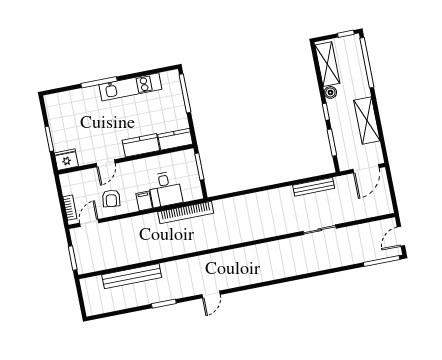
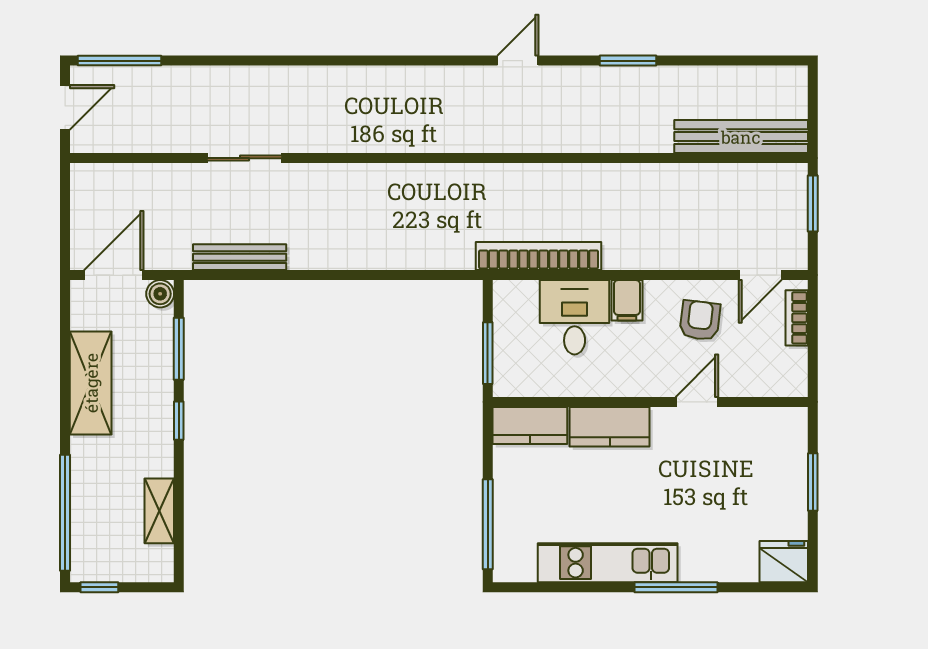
shelving: (327, 64) -> (159, 511), width x0.67, depth x0.75
boiler: (330, 92) -> (160, 294), moved
fridge: (66, 160) -> (784, 562), moved, turned 180
bench: (132, 276) -> (741, 137), moved

